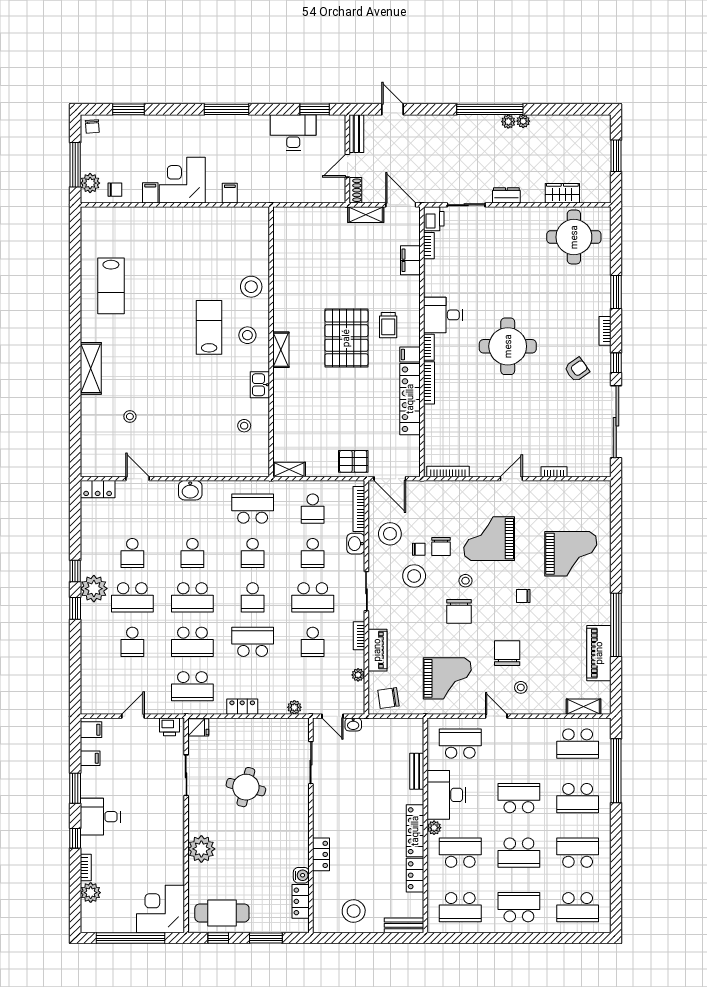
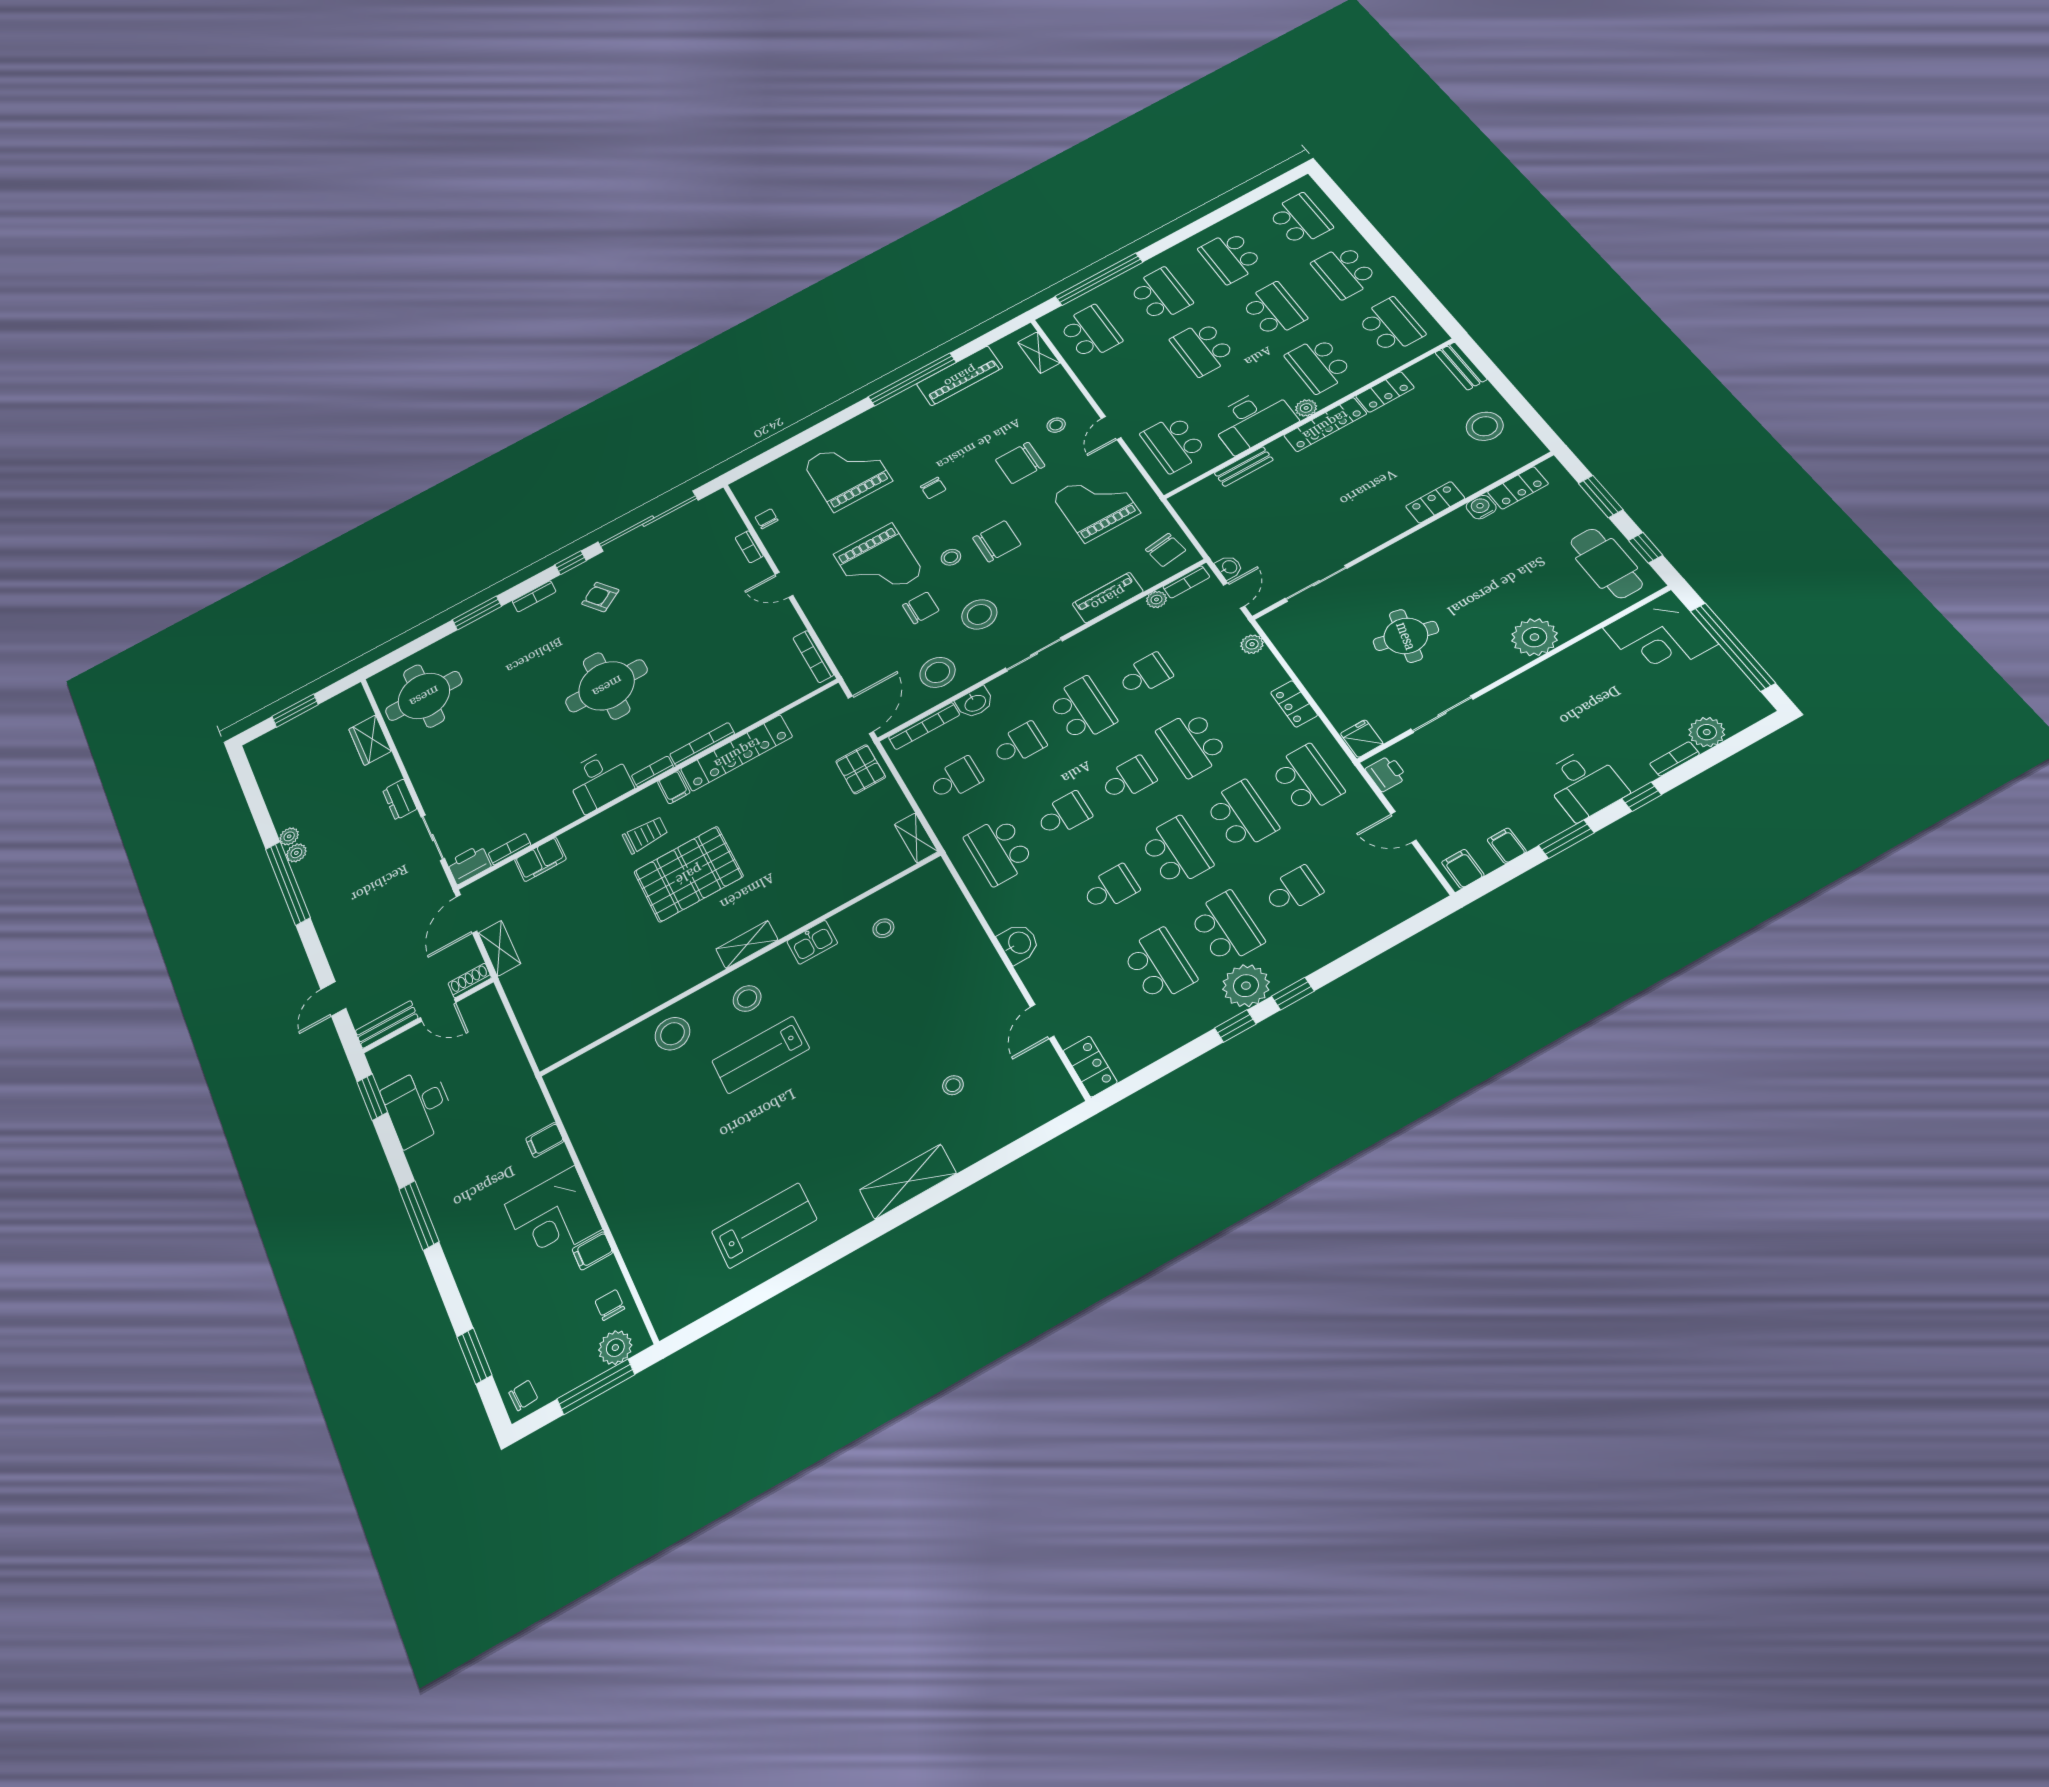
chair: (419, 549) -> (767, 519), moved
school desk: (132, 553) -> (1159, 965), width x1.85
bookcase: (359, 636) -> (1186, 582), moved

